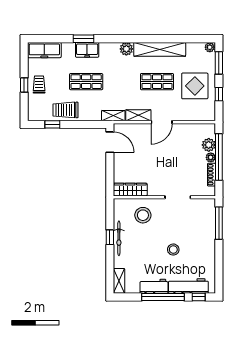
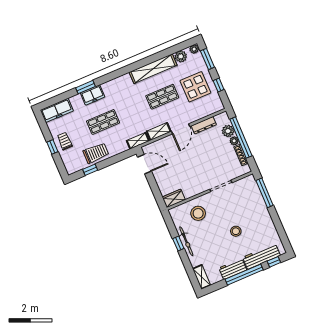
plant: (126, 49) -> (181, 56), moved
trolley: (65, 110) -> (96, 153), turned 180
dresser: (187, 128) -> (204, 125), added
wardrobe: (130, 190) -> (174, 198), width x0.67

